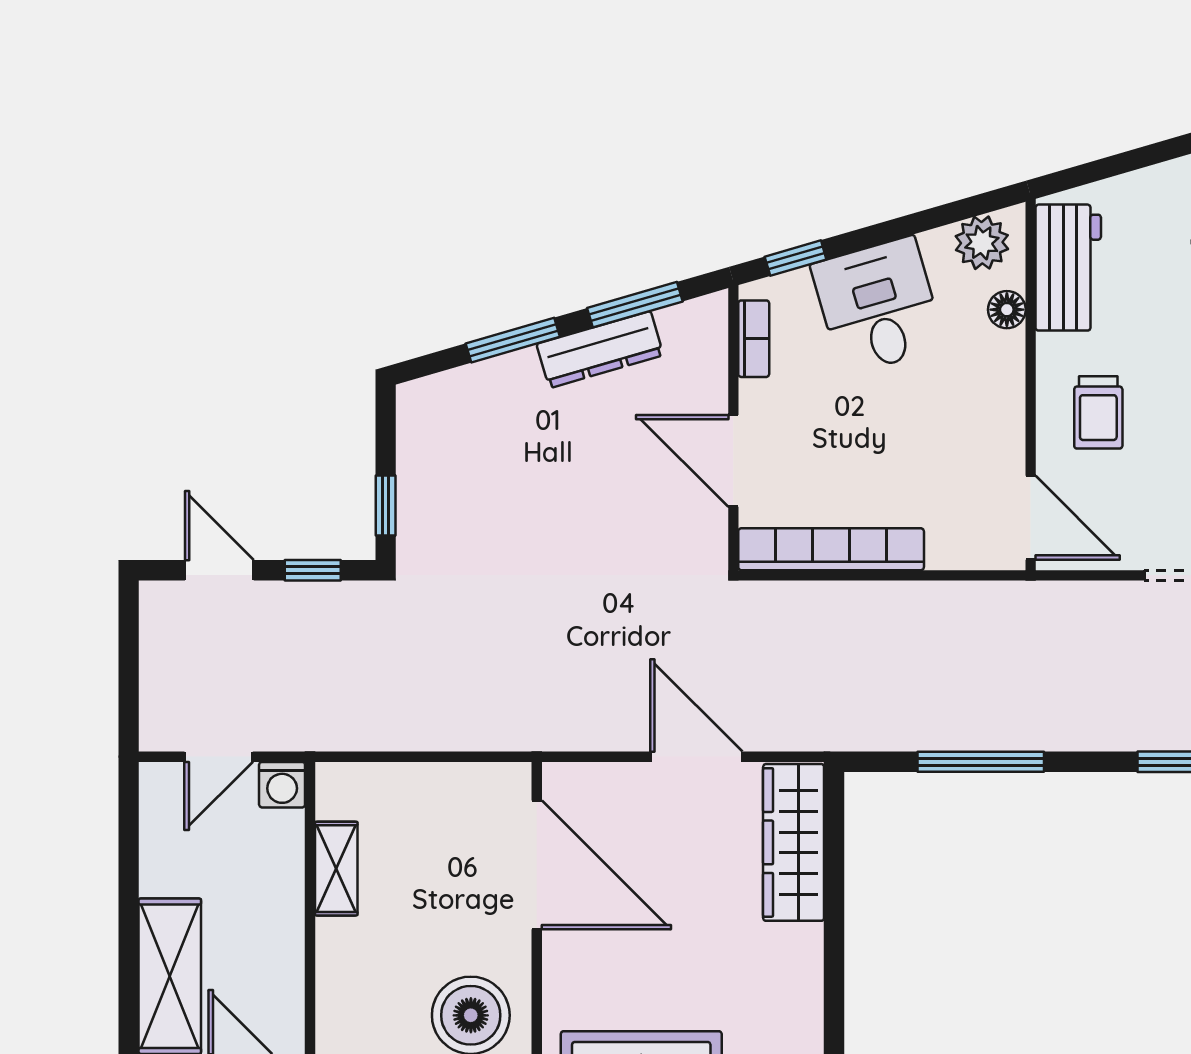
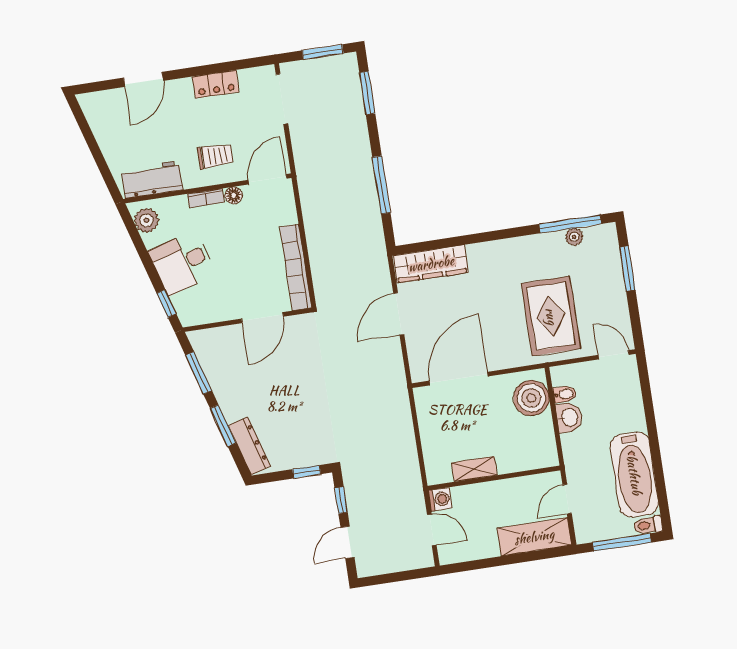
floor lamp: (1007, 310) -> (234, 195), moved
bookcase: (754, 339) -> (206, 198), moved, turned 180
dresser: (600, 350) -> (249, 446), moved

